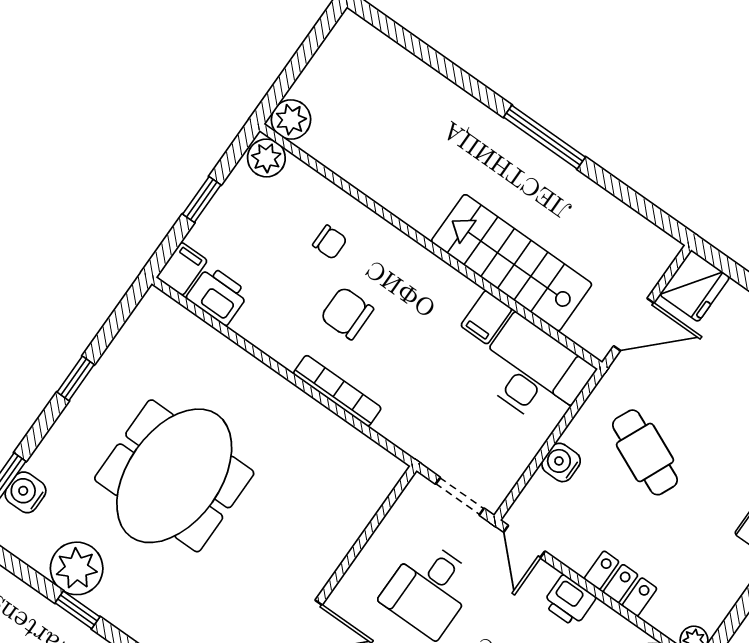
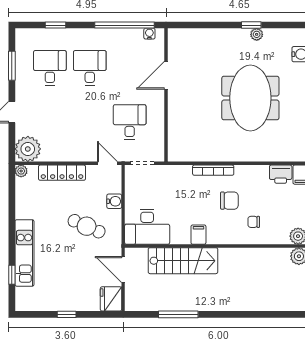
window: (544, 137) -> (178, 314), moved
filing cabinet: (486, 317) -> (198, 235), moved
door: (634, 325) -> (123, 269), hinge flipped
plant: (77, 568) -> (257, 34), width x0.53, depth x0.53
locker: (620, 584) -> (62, 173), width x1.53
printer: (569, 601) -> (76, 153), removed

